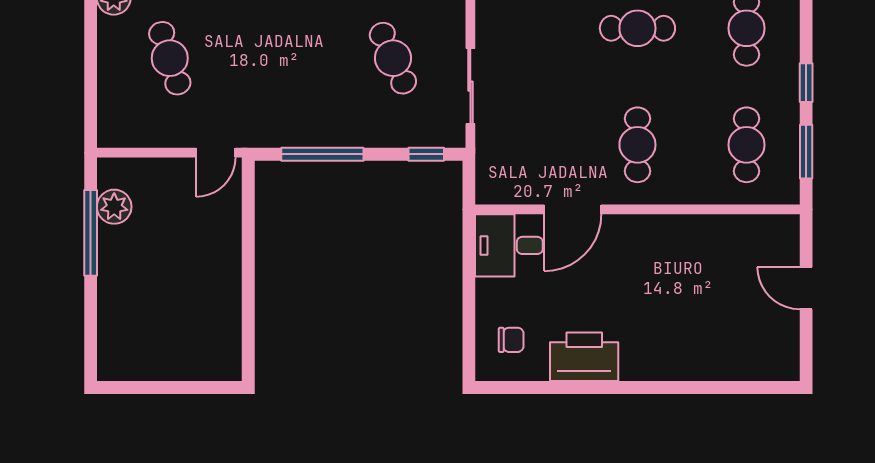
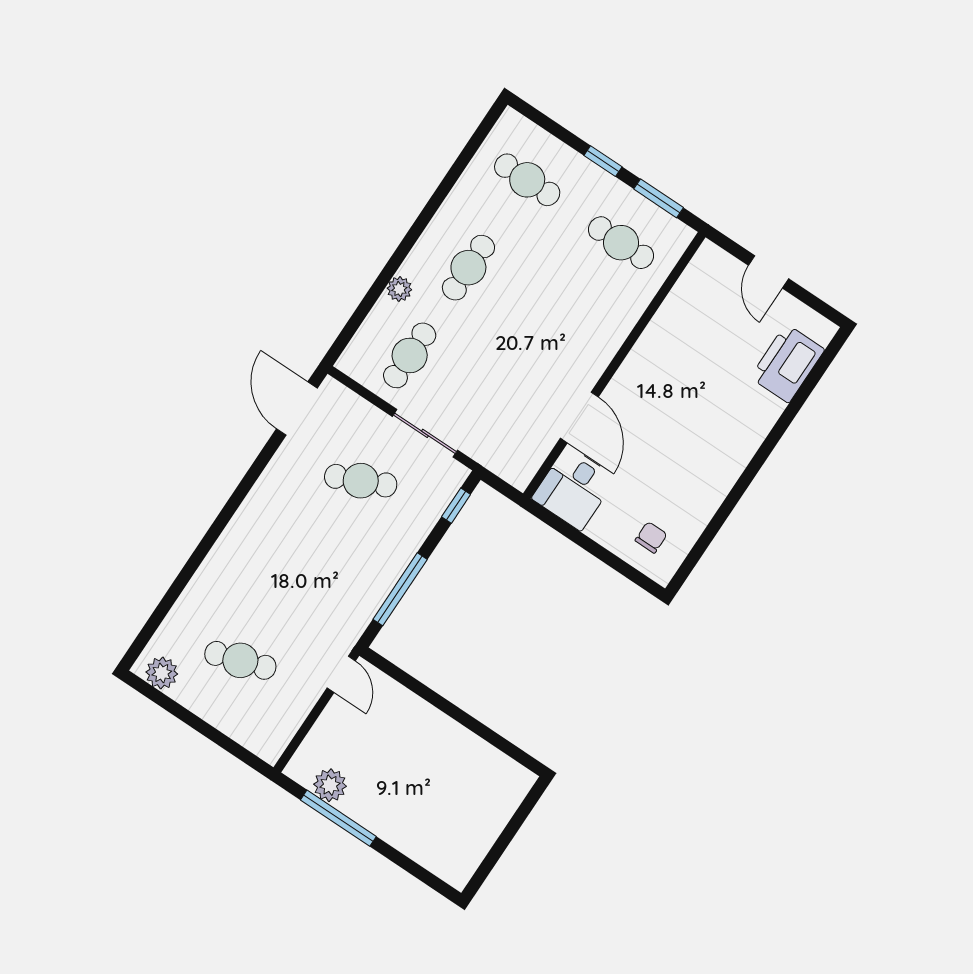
cafe table: (637, 145) -> (410, 355), moved, turned 90
door: (806, 288) -> (769, 272), hinge flipped
printer: (584, 357) -> (787, 363), moved

